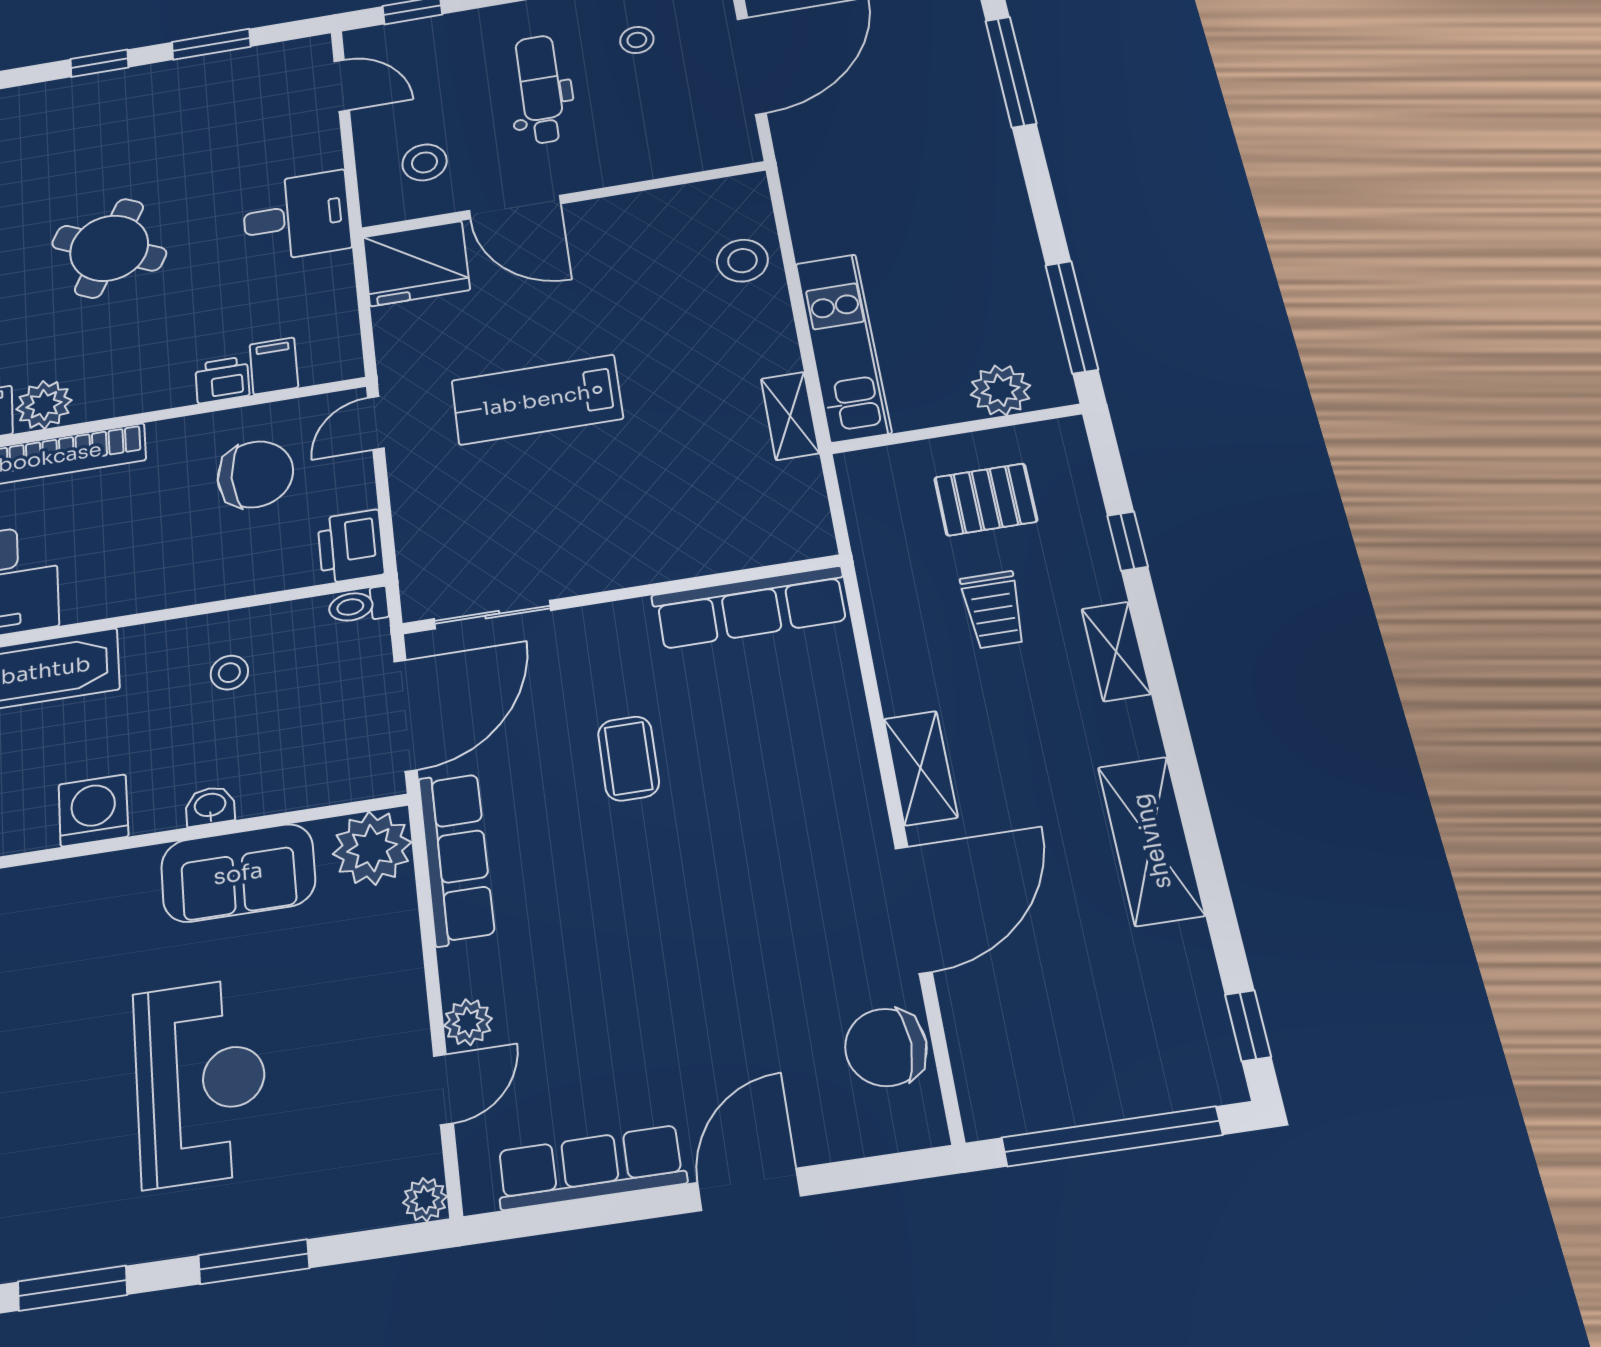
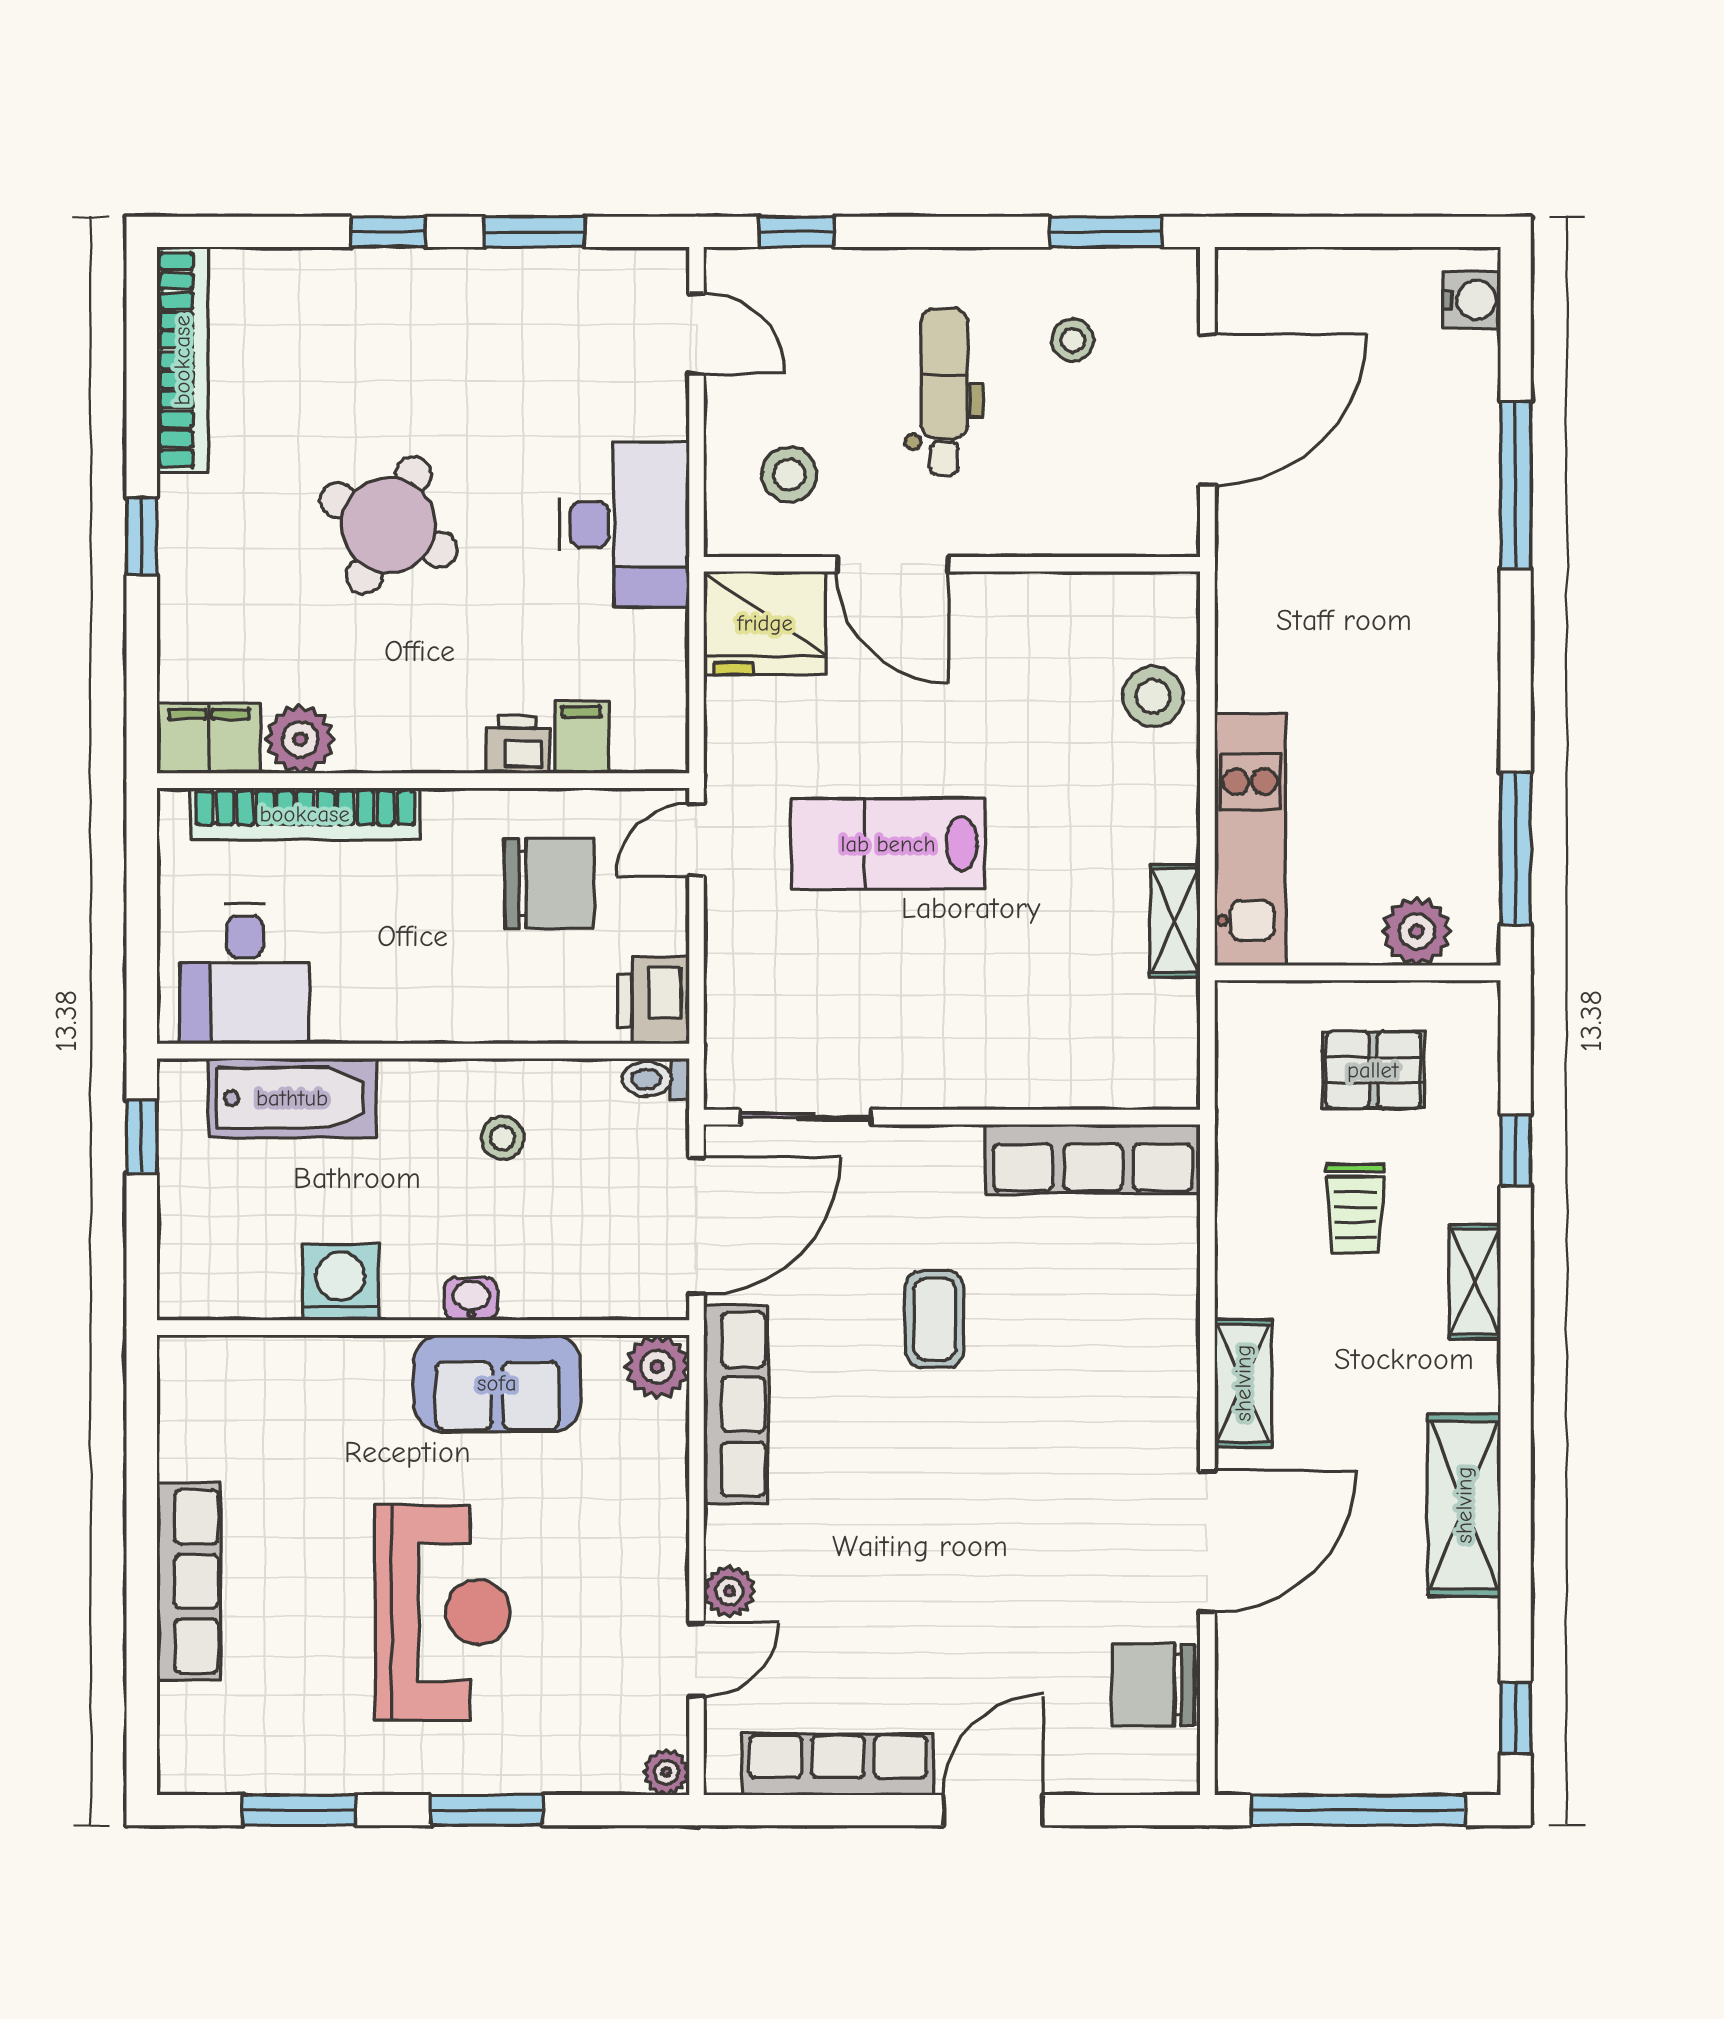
desk: (296, 217) -> (624, 524), width x1.37
plant: (372, 848) -> (657, 1367), width x0.73, depth x0.73

